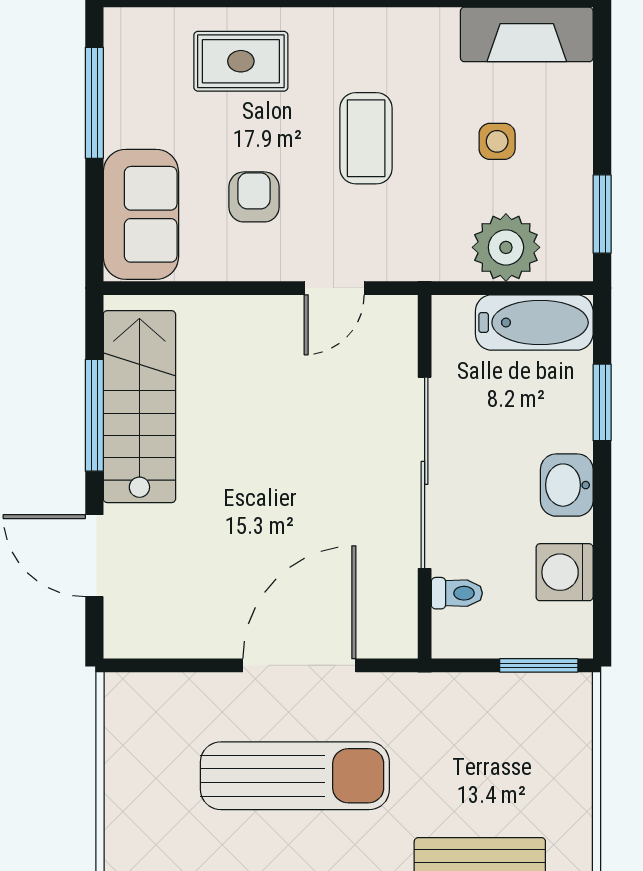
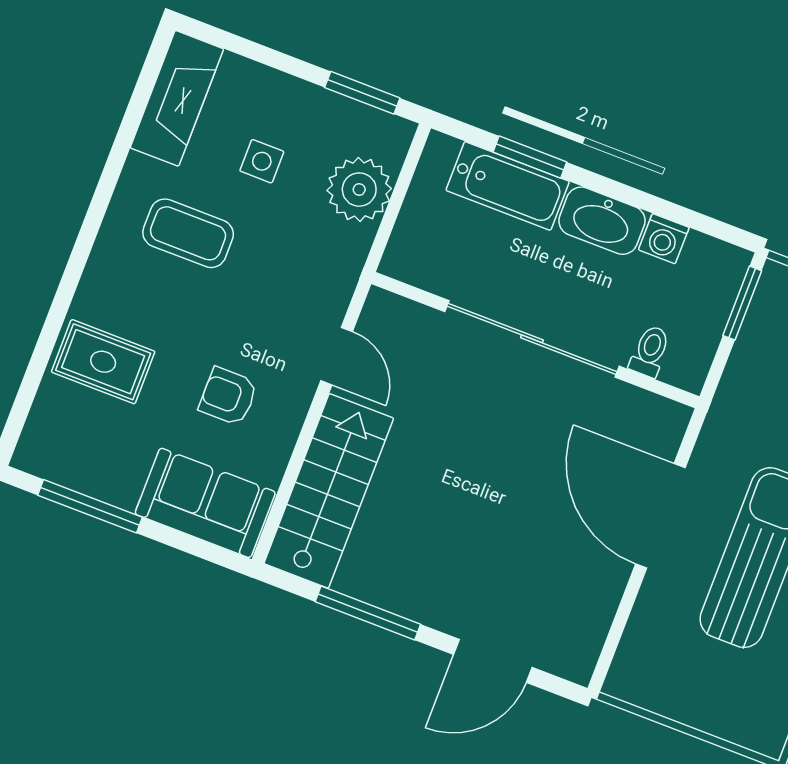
rug: (241, 61) -> (103, 362), turned 90
coffee table: (366, 138) -> (188, 233), moved
bathtub: (534, 323) -> (508, 186), moved, turned 90
stairs: (139, 407) -> (329, 491), moved, turned 90
washbasin: (567, 485) -> (602, 221), width x1.38
washing machine: (565, 572) -> (664, 239), width x0.73, depth x0.73

